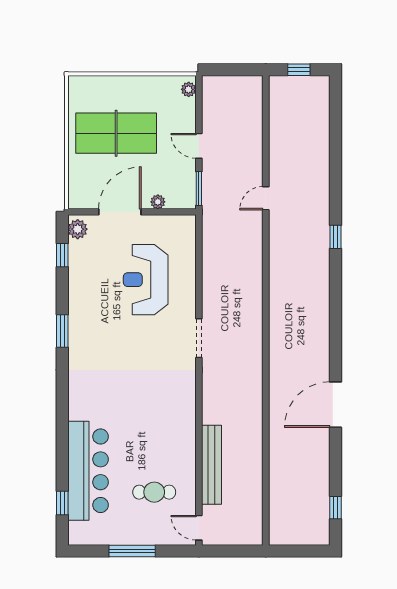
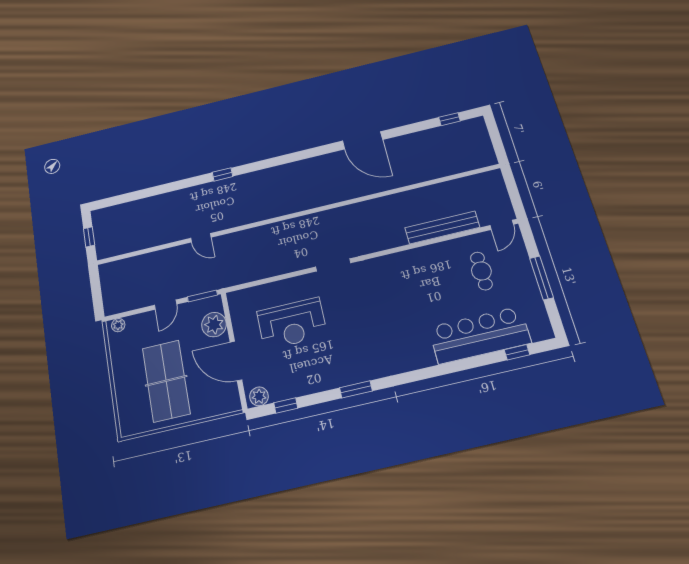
plant: (158, 202) -> (214, 325), width x1.87, depth x1.87

